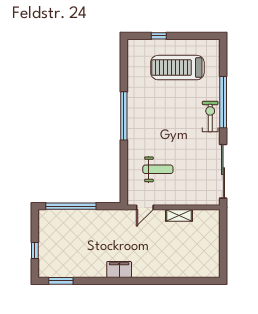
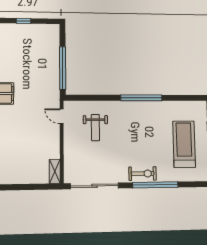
window: (71, 206) -> (63, 68), moved
shelving: (179, 215) -> (55, 171), moved

